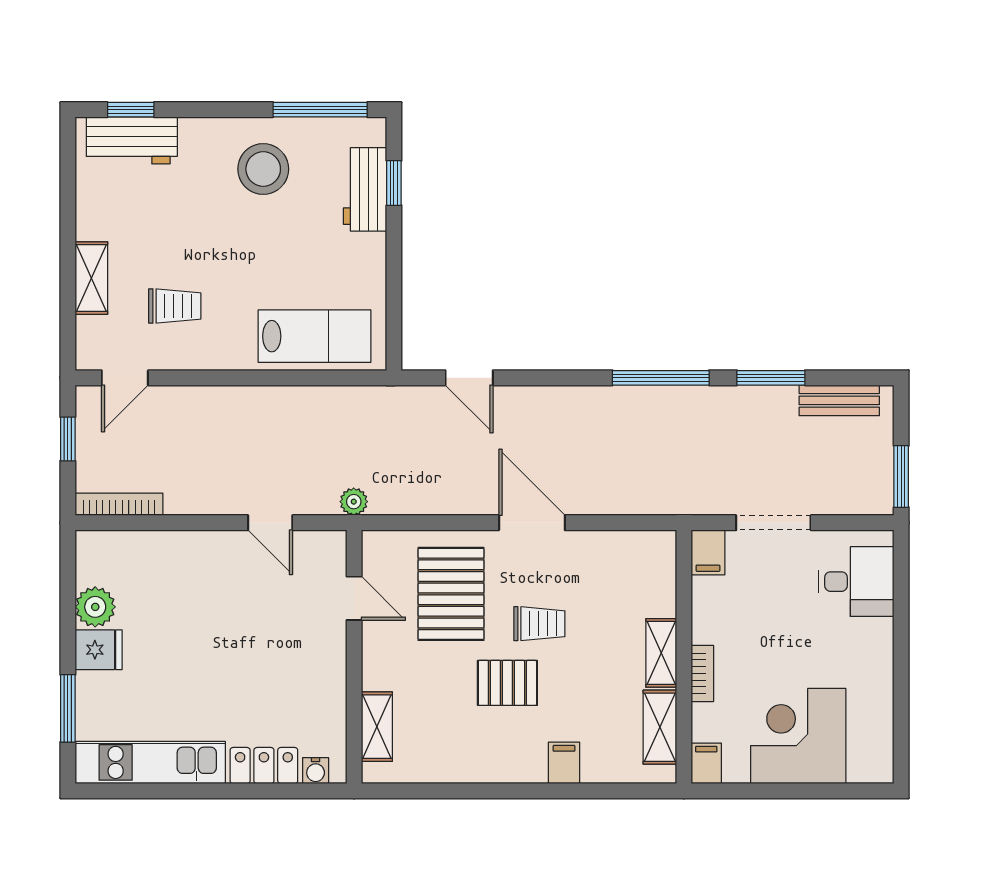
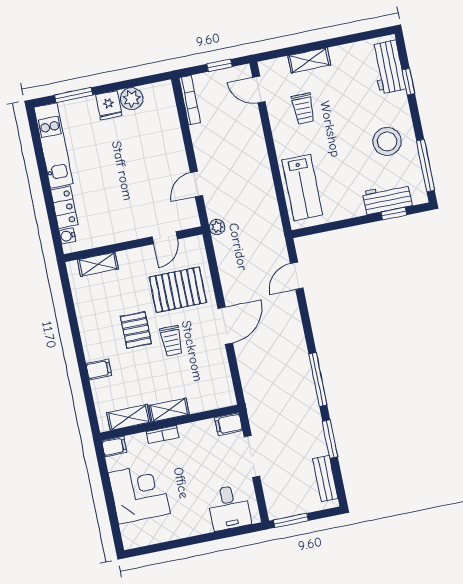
window: (131, 110) -> (408, 82), moved

